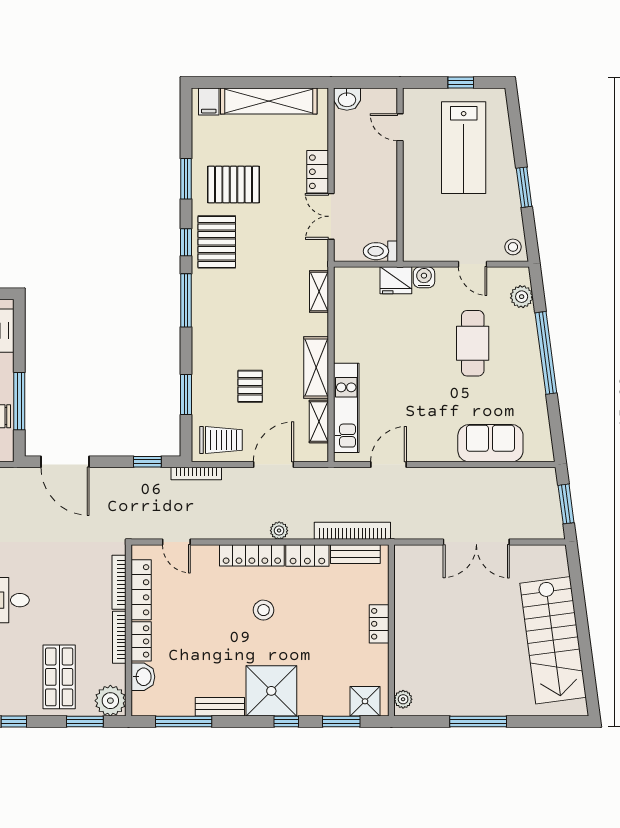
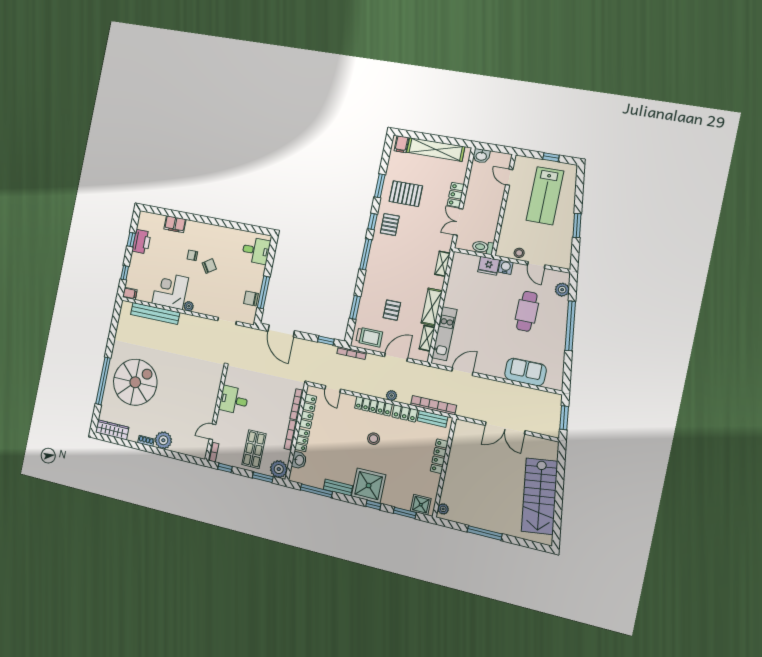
pallet: (217, 242) -> (390, 225), width x0.67, depth x0.71
stool: (513, 247) -> (519, 253), moved
locker: (379, 624) -> (439, 456), width x1.53

